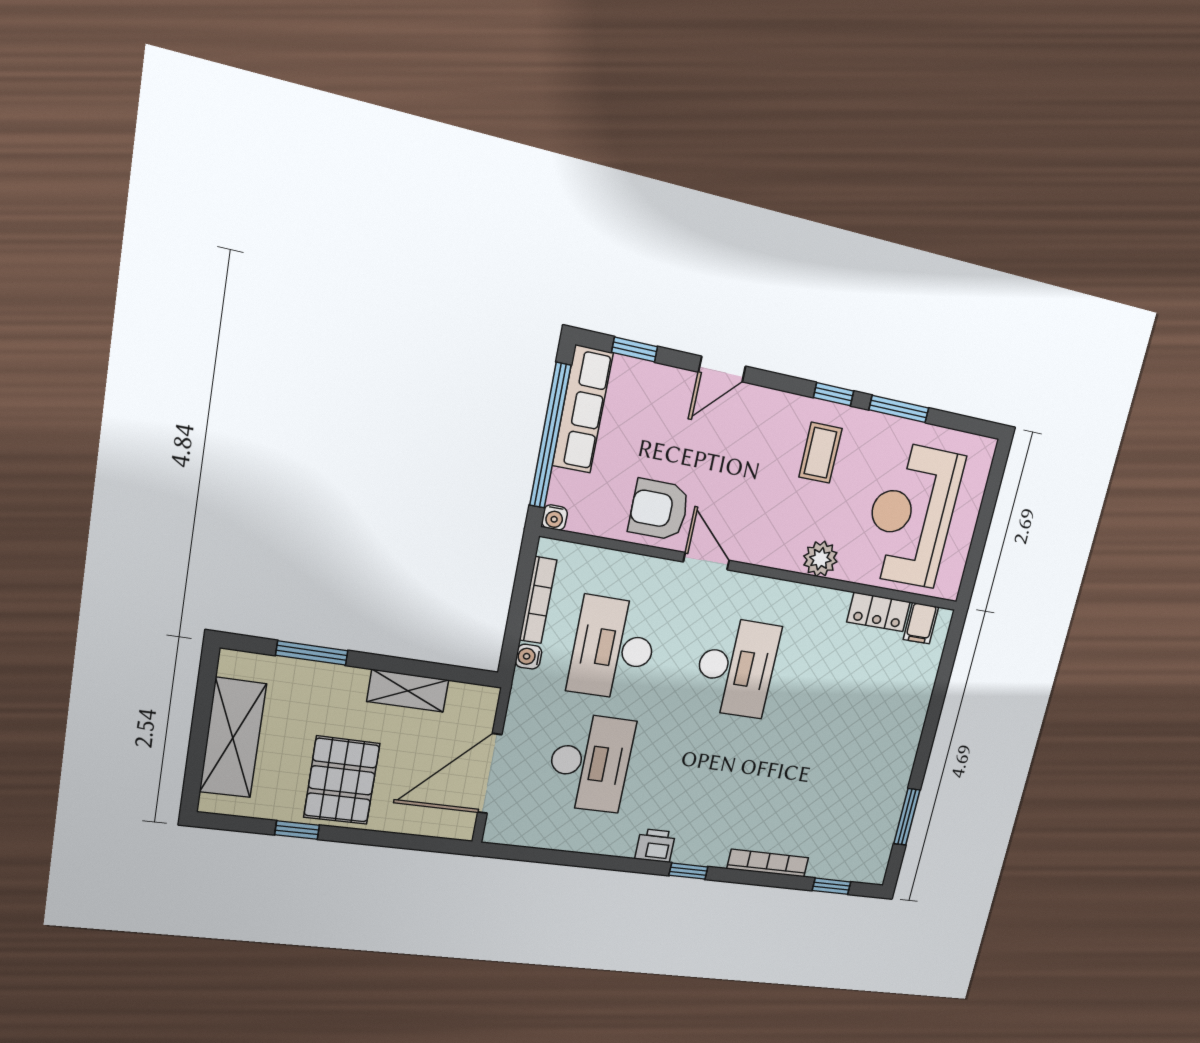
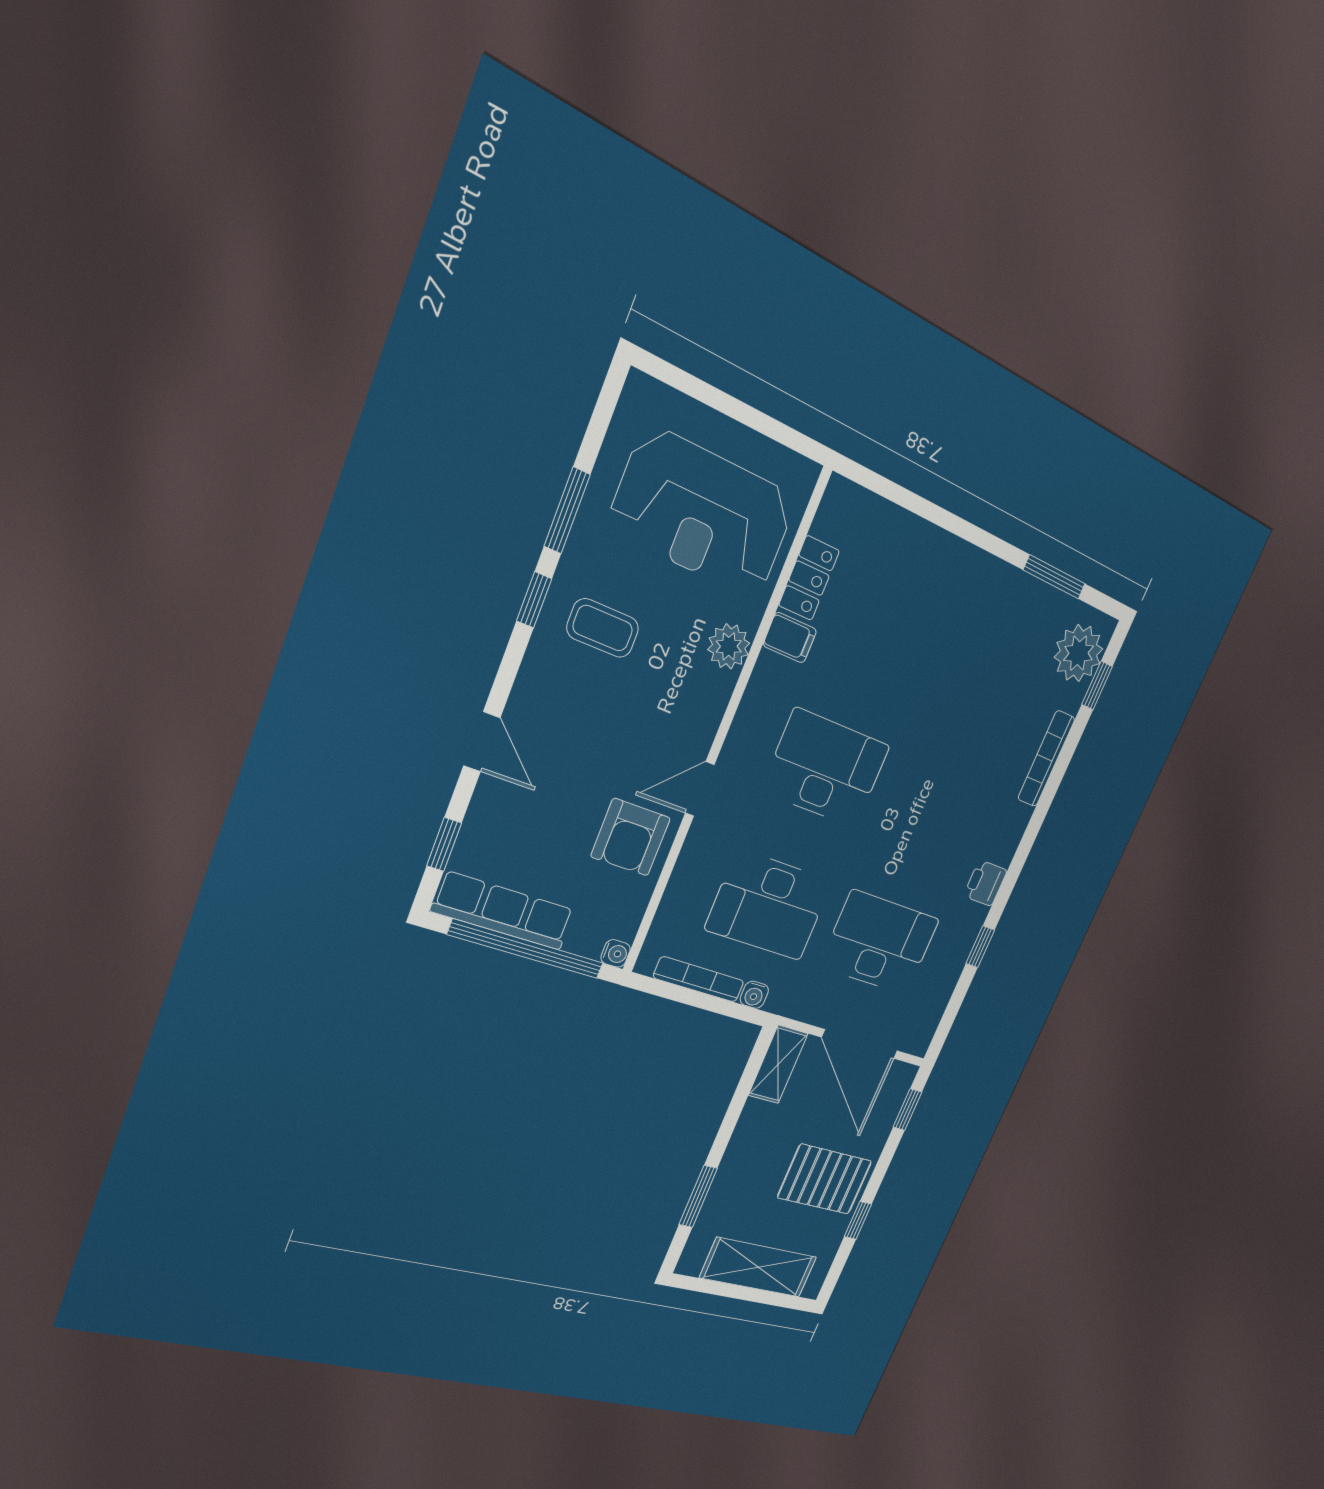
filing cabinet: (921, 623) -> (790, 638), moved
shelving: (408, 691) -> (778, 1064), moved
window: (426, 844) -> (907, 1110), added
plant: (854, 860) -> (1079, 653), added
window: (688, 871) -> (980, 947), moved

